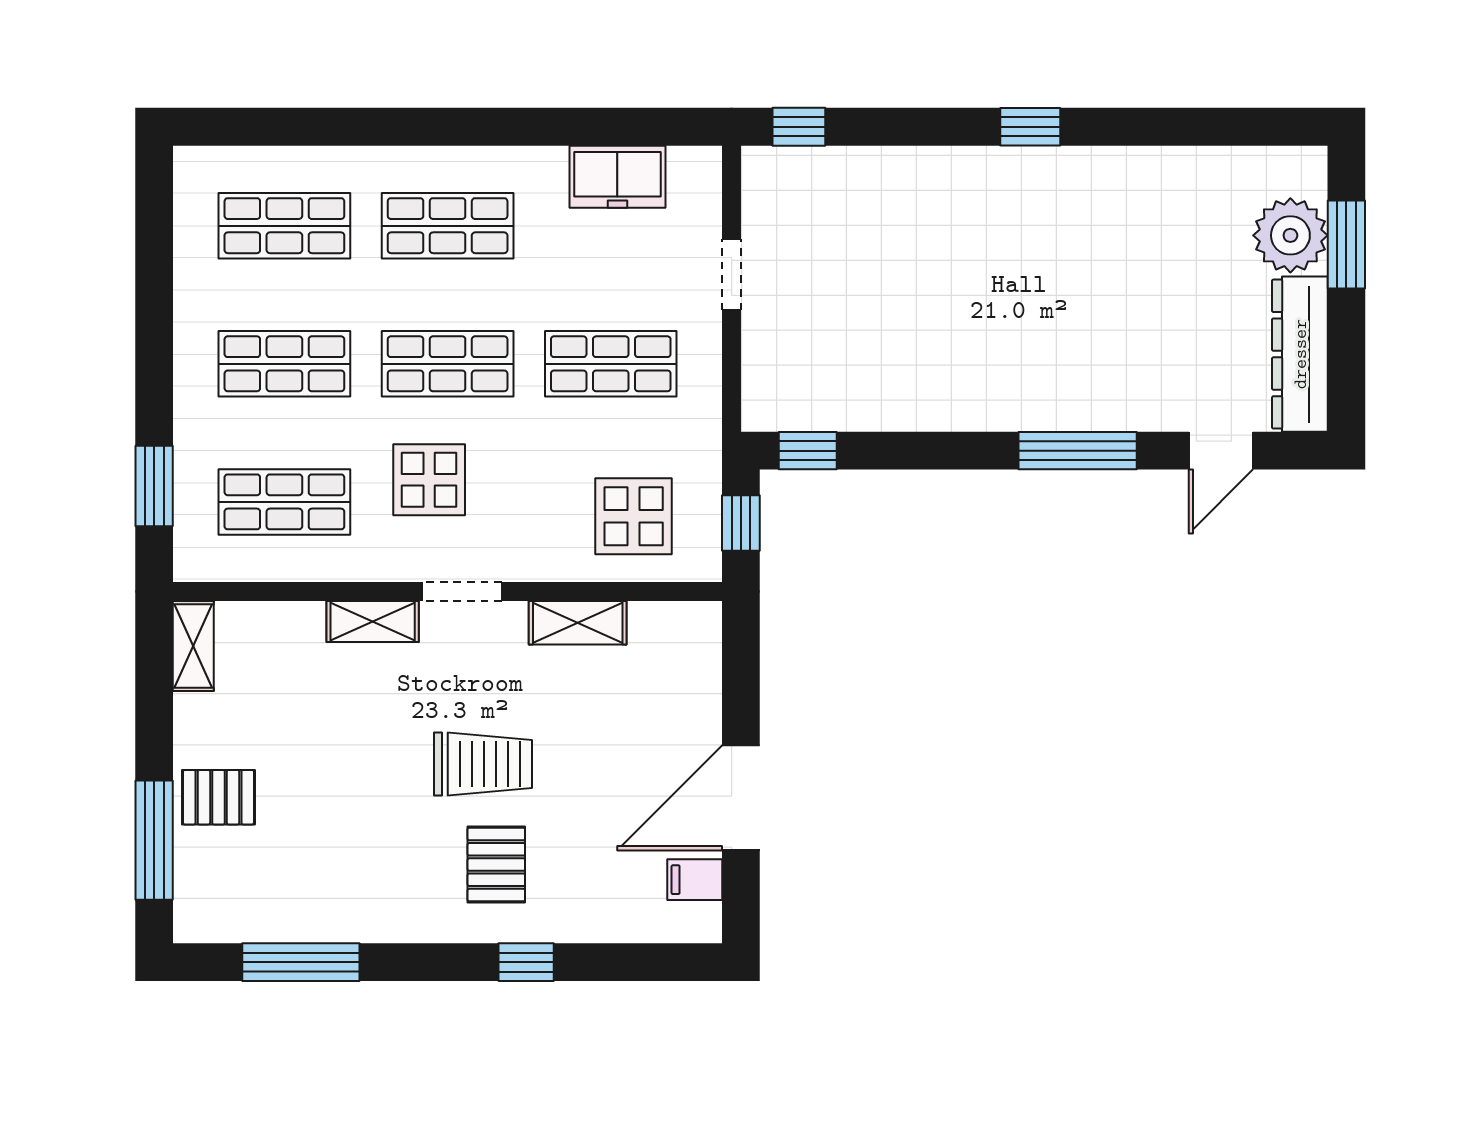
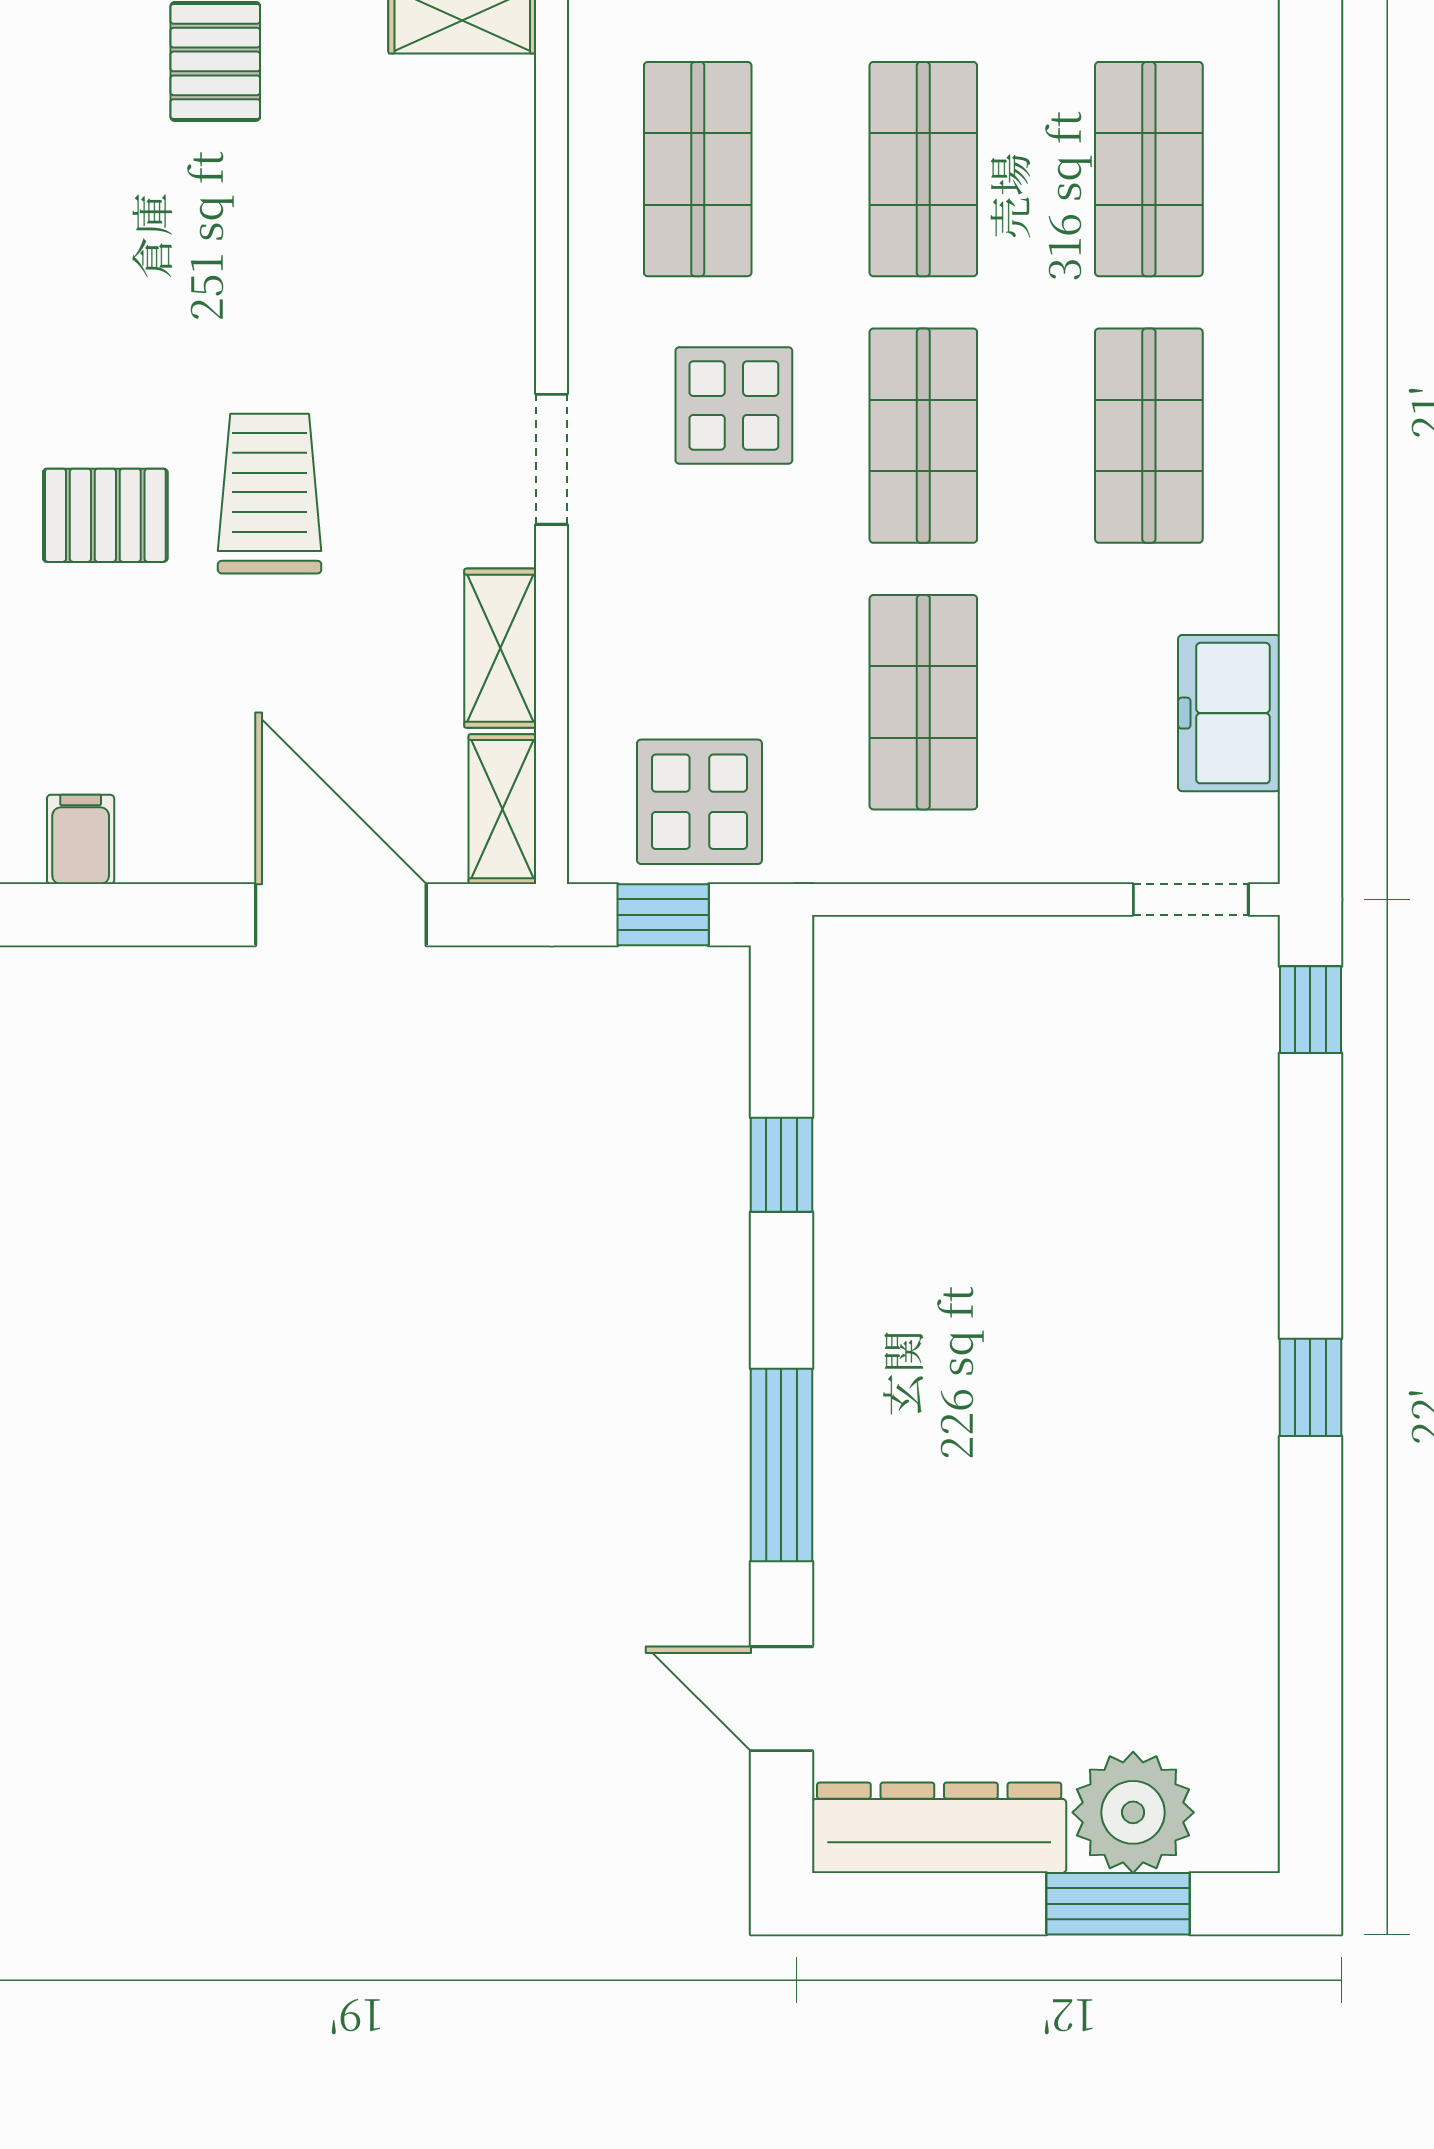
doorway: (732, 275) -> (1191, 899), moved
window: (808, 451) -> (781, 1165), moved
display table: (634, 516) -> (699, 802), moved
shelving: (373, 621) -> (502, 809), moved
trolley: (483, 764) -> (270, 494), turned 180
door: (741, 798) -> (341, 915), moved

